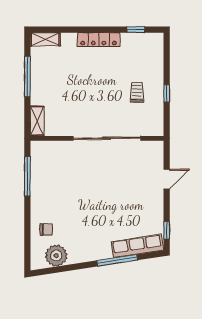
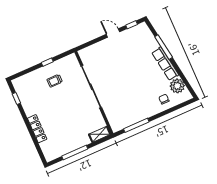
shelving: (45, 39) -> (47, 152), removed
locker: (99, 40) -> (37, 129), moved
door: (167, 179) -> (113, 33), moved
row of seats: (137, 246) -> (165, 64), moved

